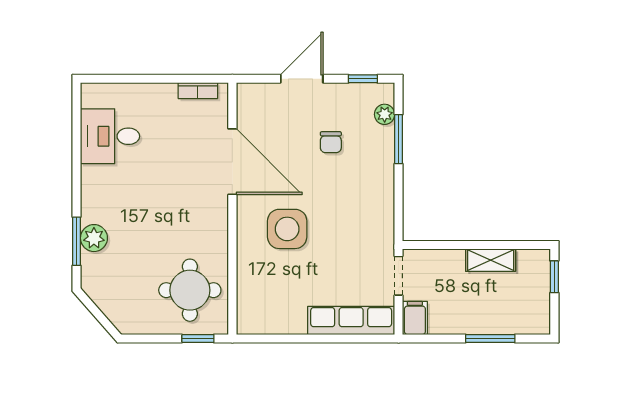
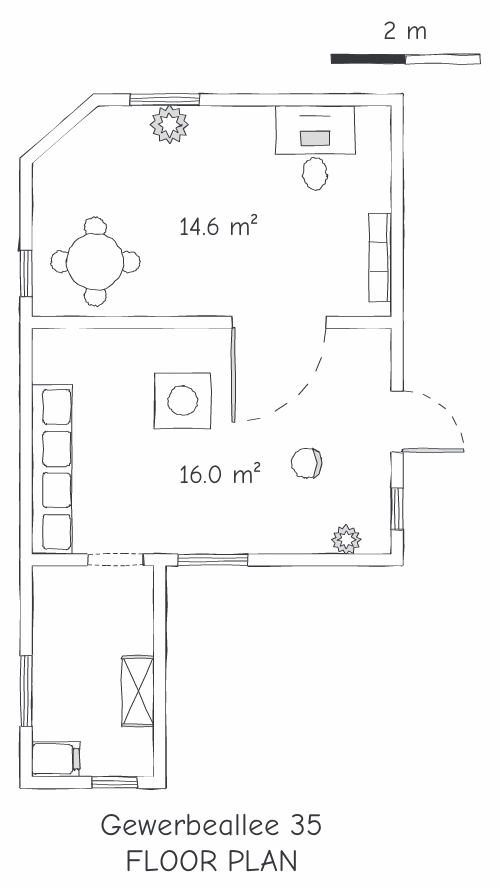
bookcase: (198, 91) -> (380, 257), width x1.56
window: (399, 139) -> (213, 560), moved
filing cabinet: (415, 318) -> (55, 759), moved
row of seats: (351, 321) -> (52, 469), width x1.36

